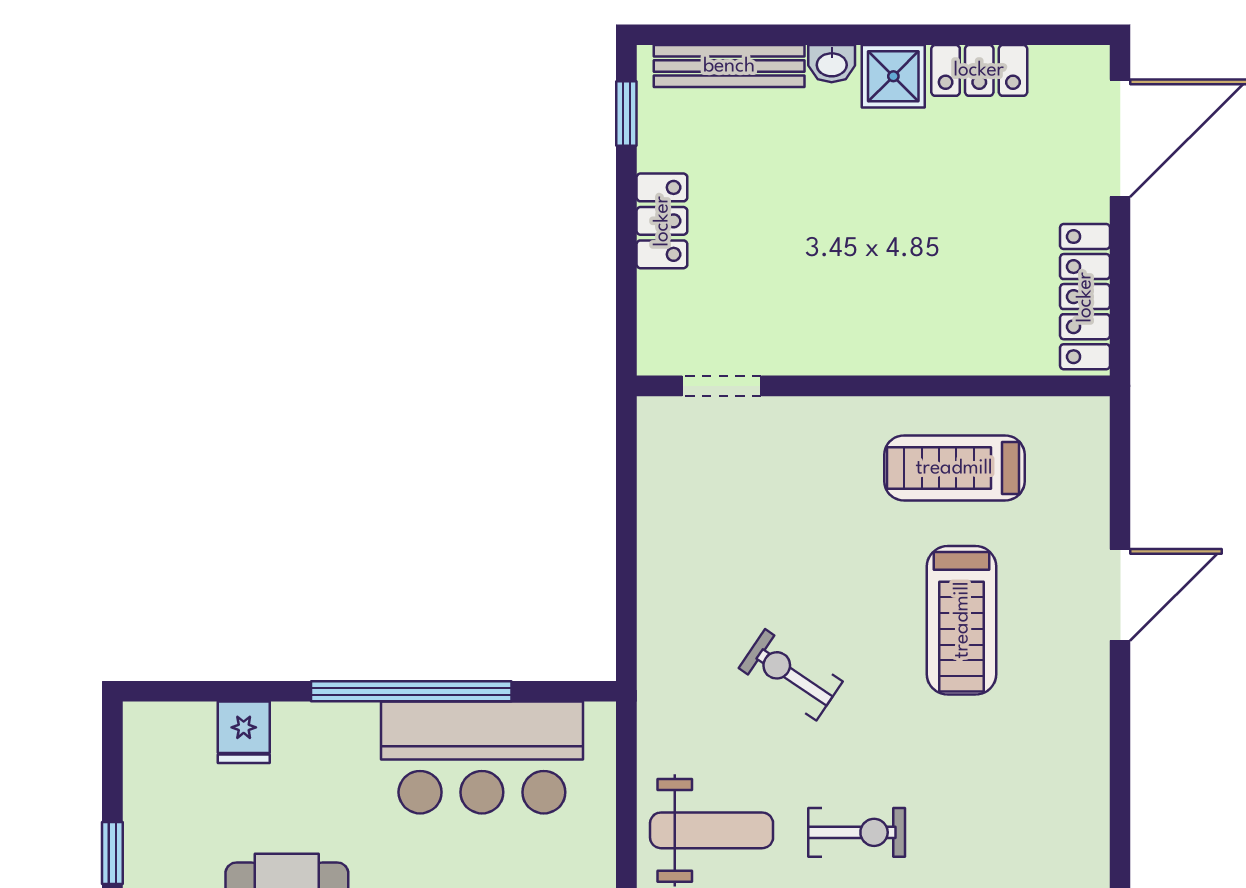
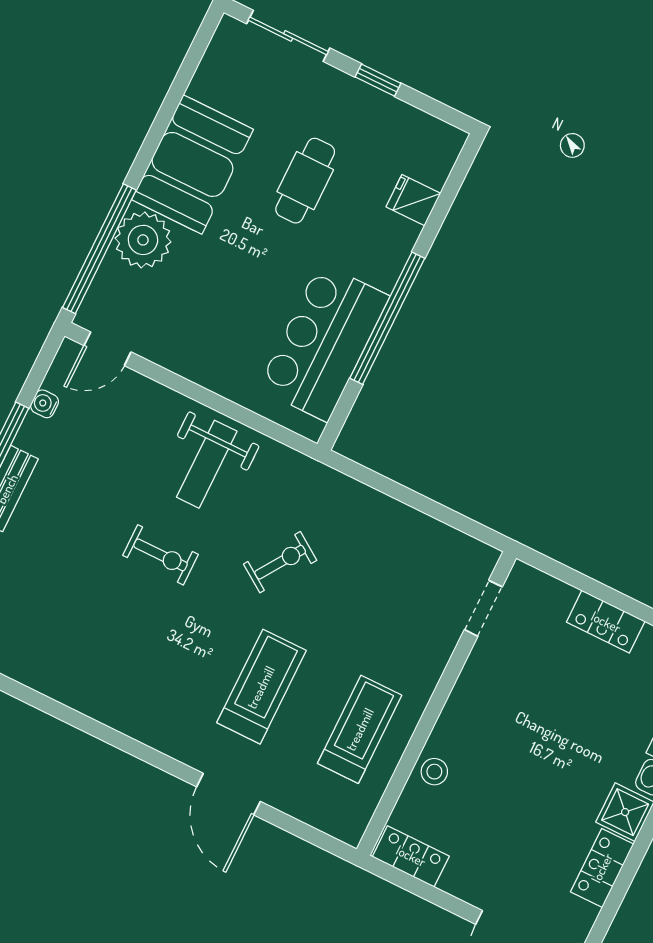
locker: (1085, 297) -> (411, 856), width x0.66
stool: (962, 346) -> (434, 772), added
treadmill: (962, 620) -> (261, 687), turned 90
exercise bike: (857, 832) -> (161, 555), turned -90

